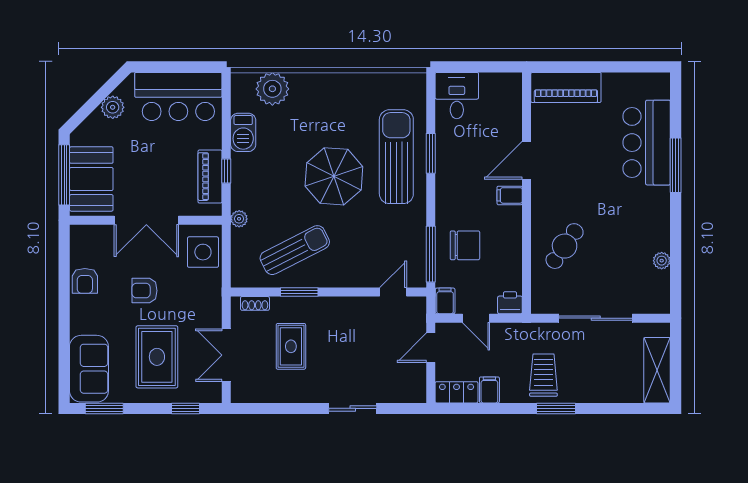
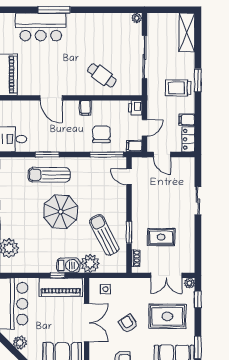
barbecue: (243, 132) -> (68, 265), moved
sun lounger: (396, 157) -> (49, 175), width x0.73, depth x0.75
piano: (210, 177) -> (61, 287), width x1.37, depth x1.33
filing cabinet: (510, 195) -> (85, 108), moved
plant: (239, 219) -> (90, 263), width x1.88, depth x1.88
side table: (203, 252) -> (105, 289), width x0.54, depth x0.54
plant: (662, 261) -> (137, 18), moved
armchair: (145, 291) -> (128, 324), turned 146
shelving: (657, 370) -> (187, 32), moved, turned 90
plant: (213, 394) -> (189, 283), added

